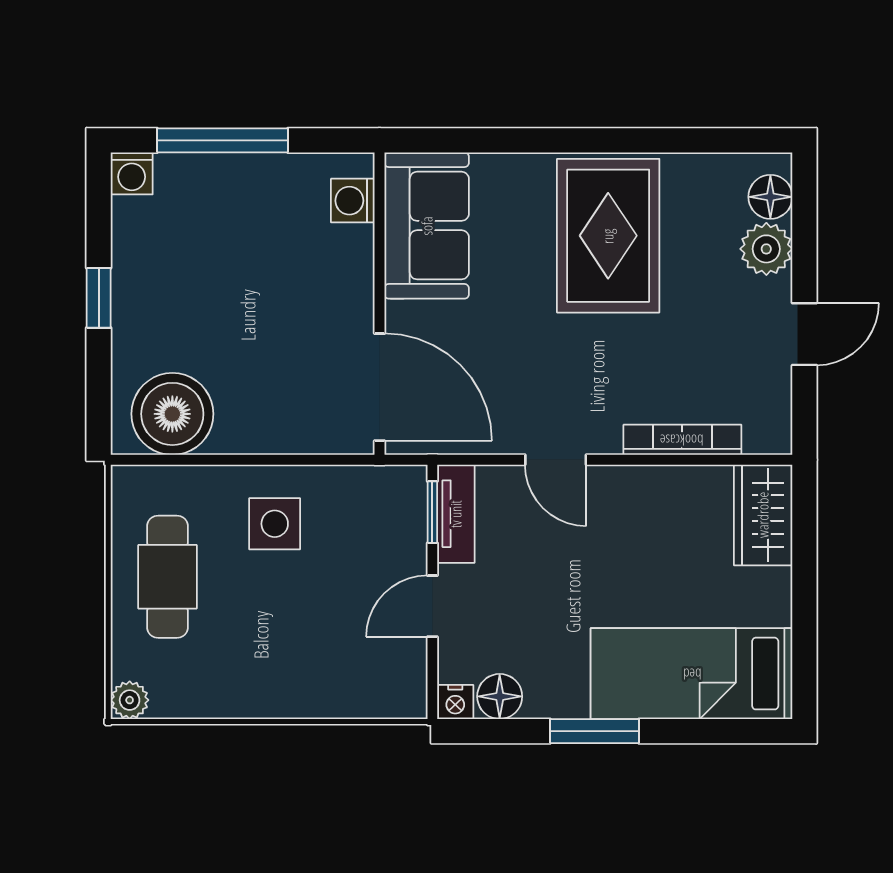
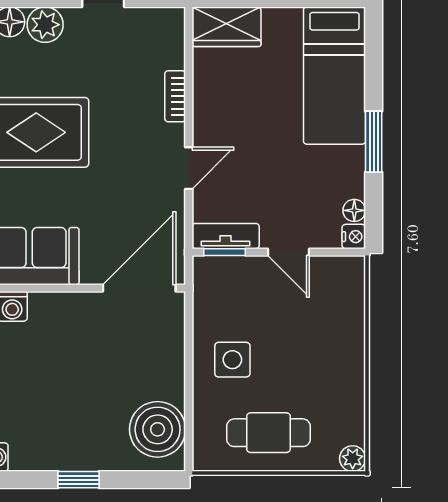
bookcase: (682, 440) -> (175, 96), width x0.64
floor lamp: (500, 696) -> (354, 210), width x0.73, depth x0.73

